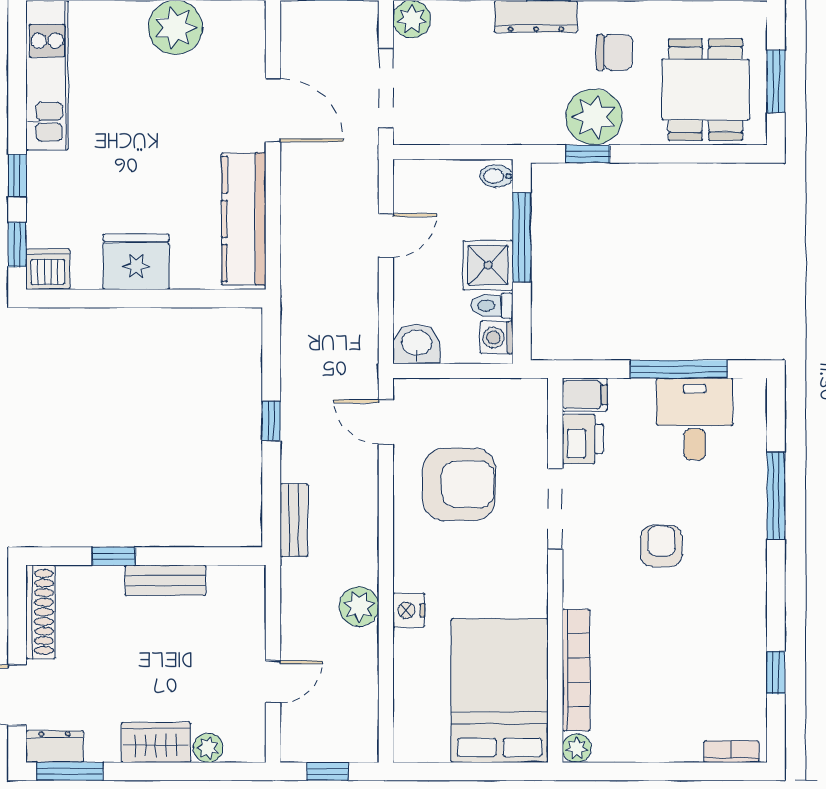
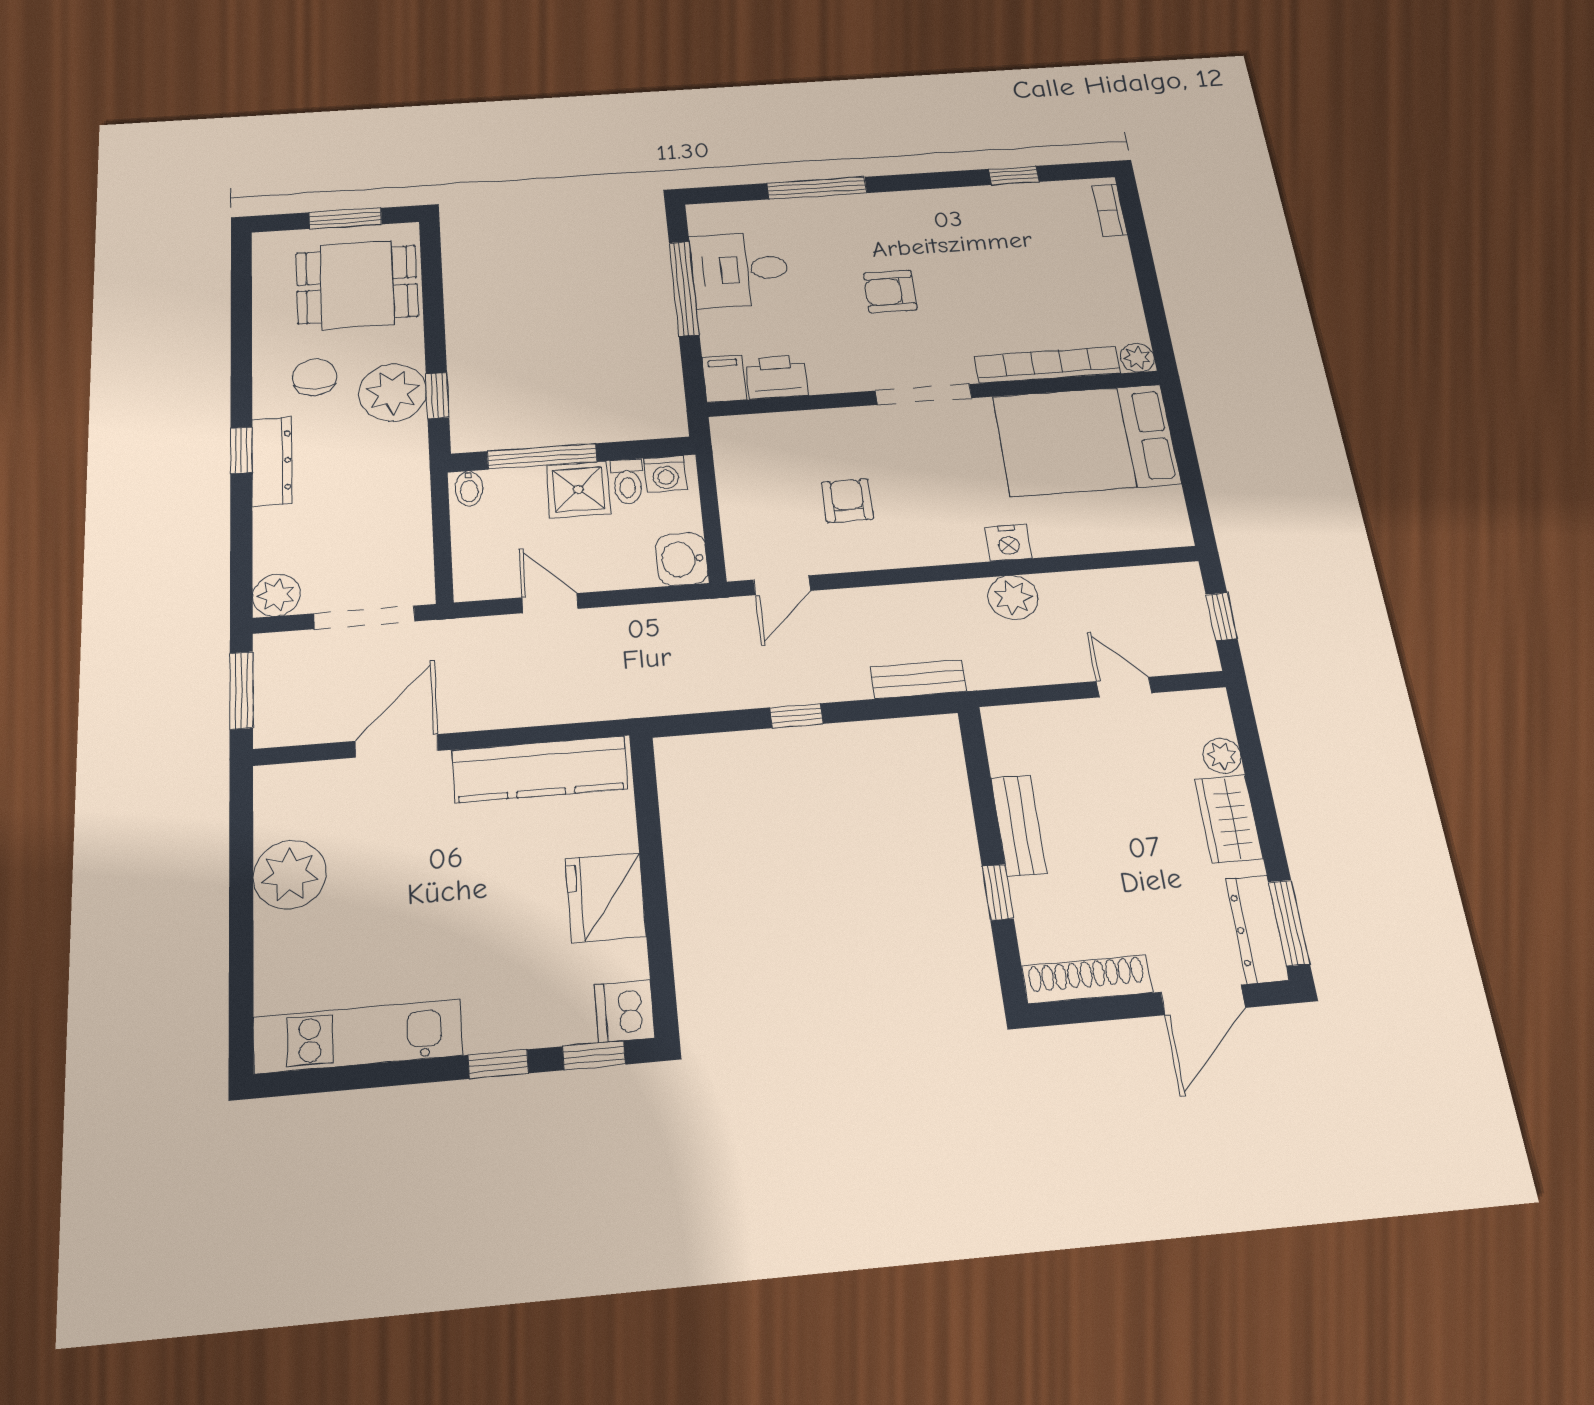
armchair: (459, 484) -> (847, 500), width x0.53, depth x0.53
doorway: (555, 509) -> (924, 394), moved
dresser: (55, 746) -> (1257, 929), width x1.44

